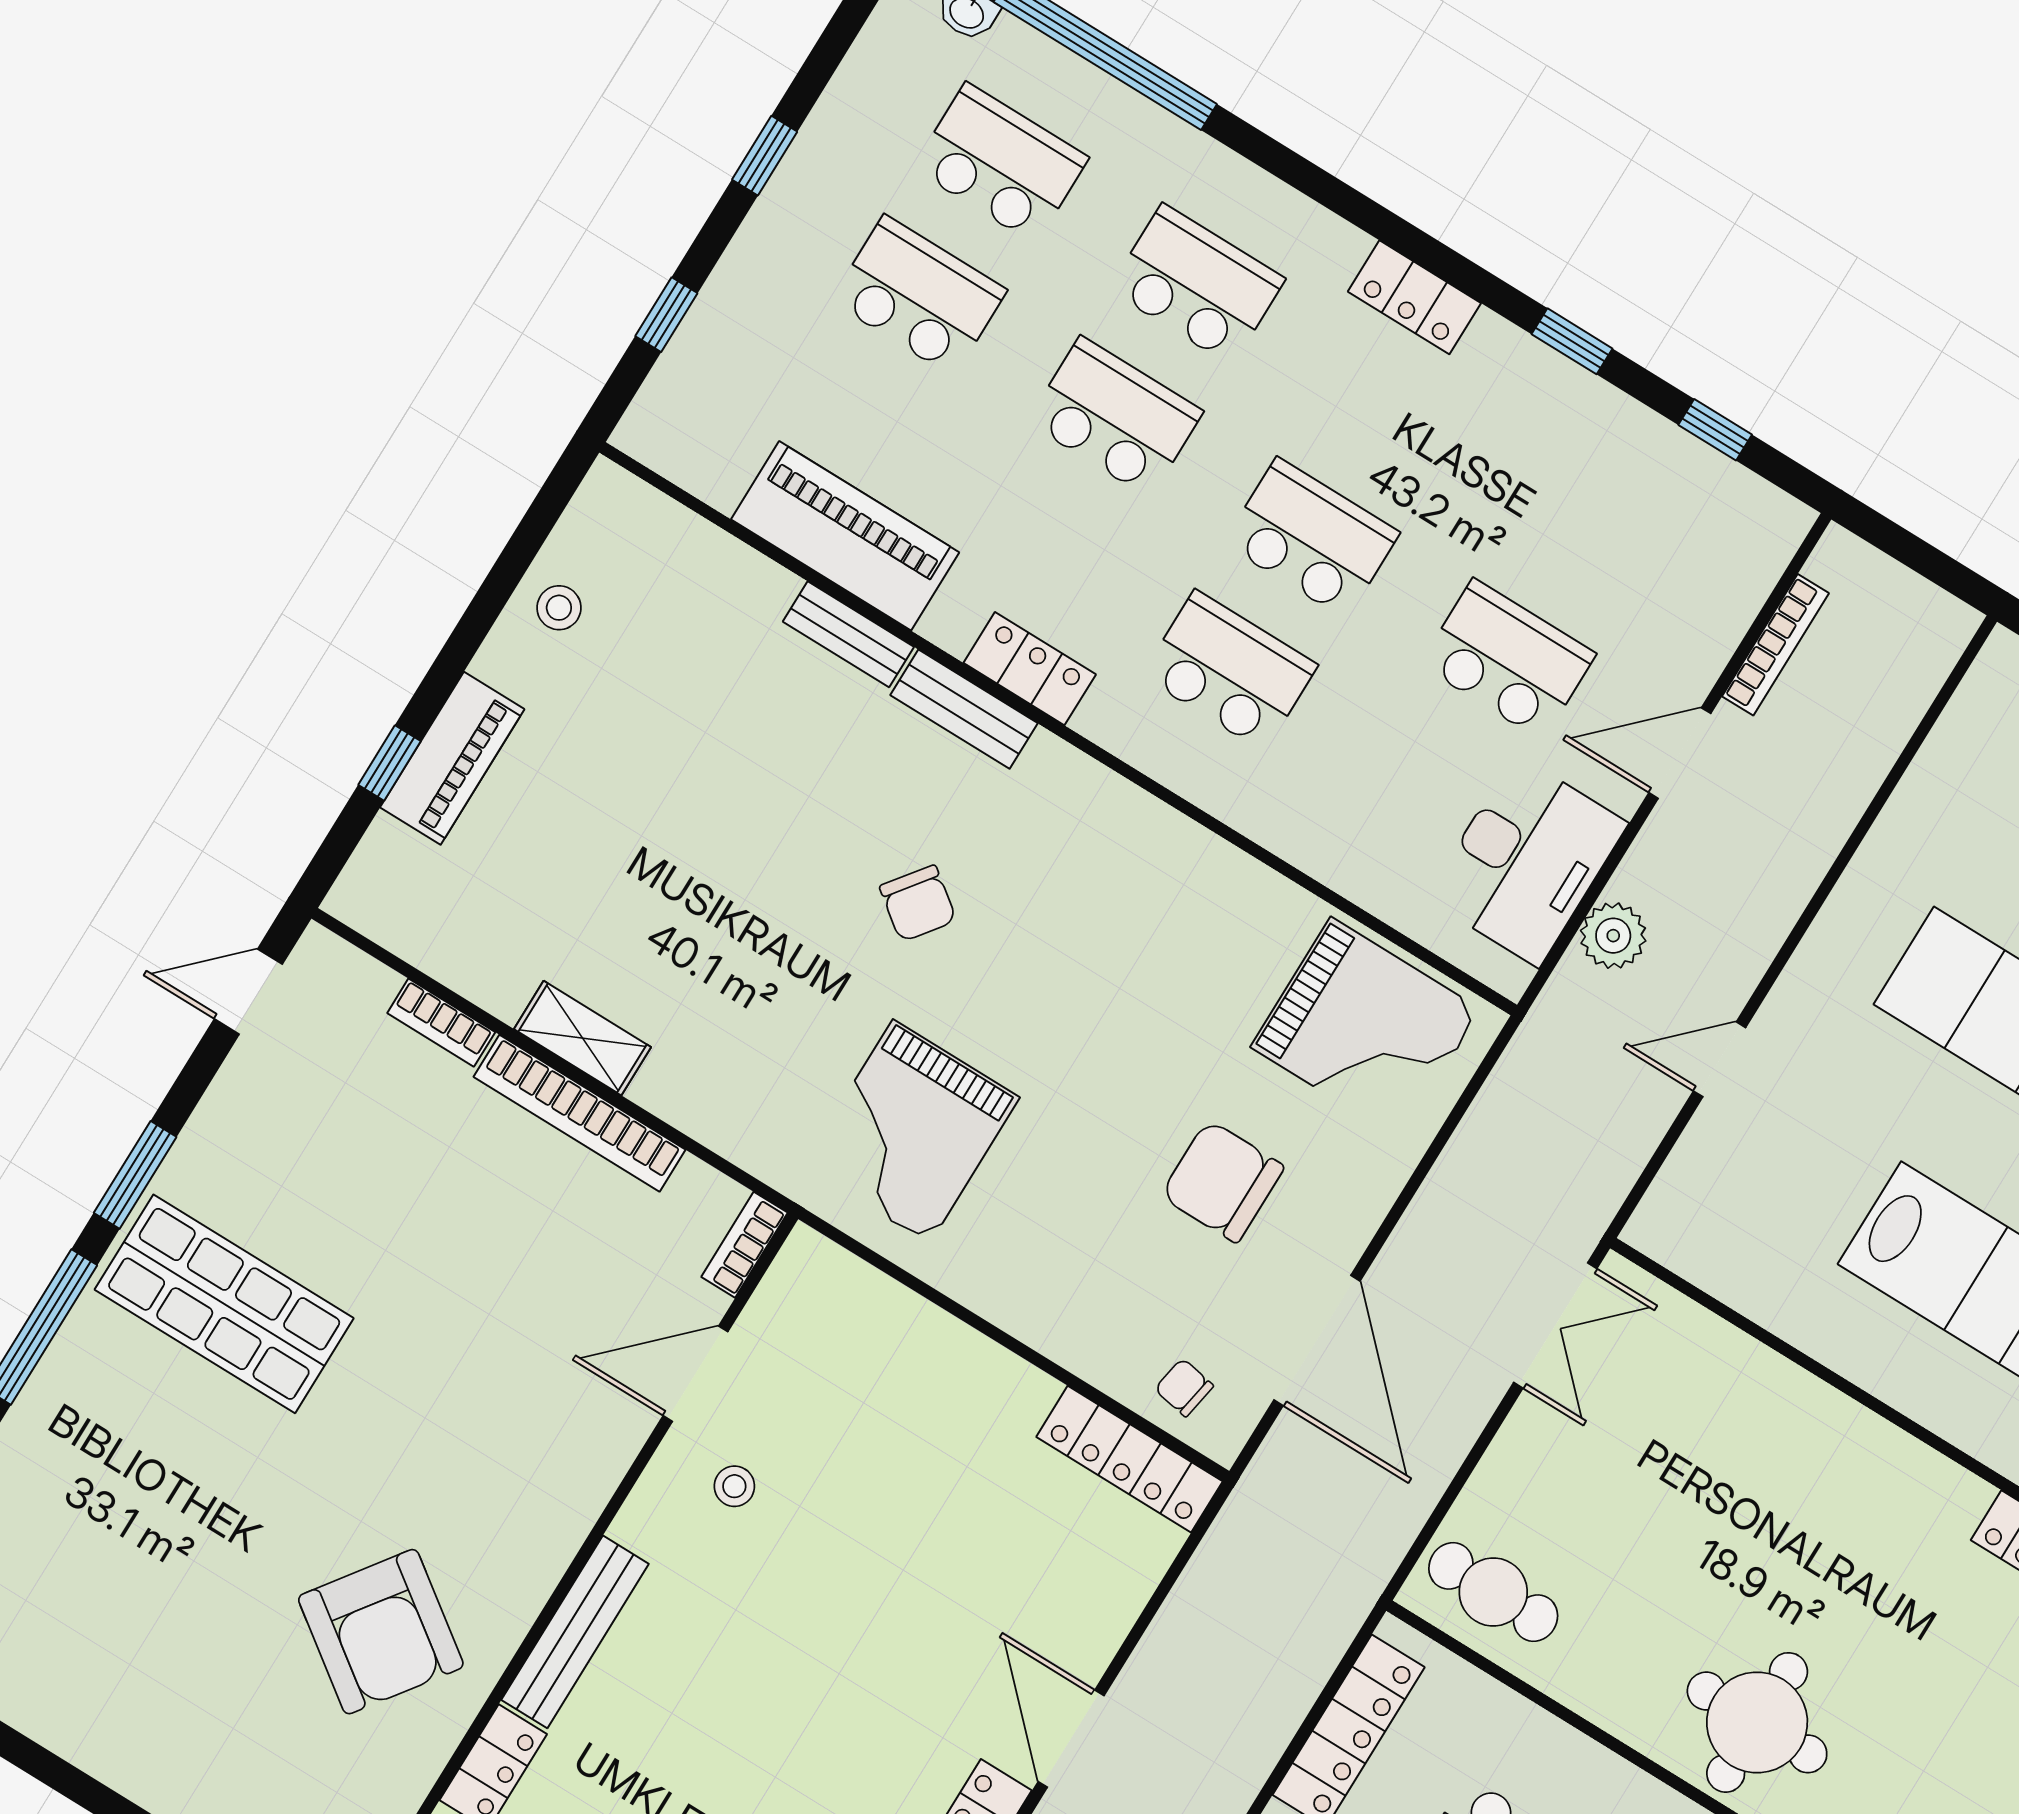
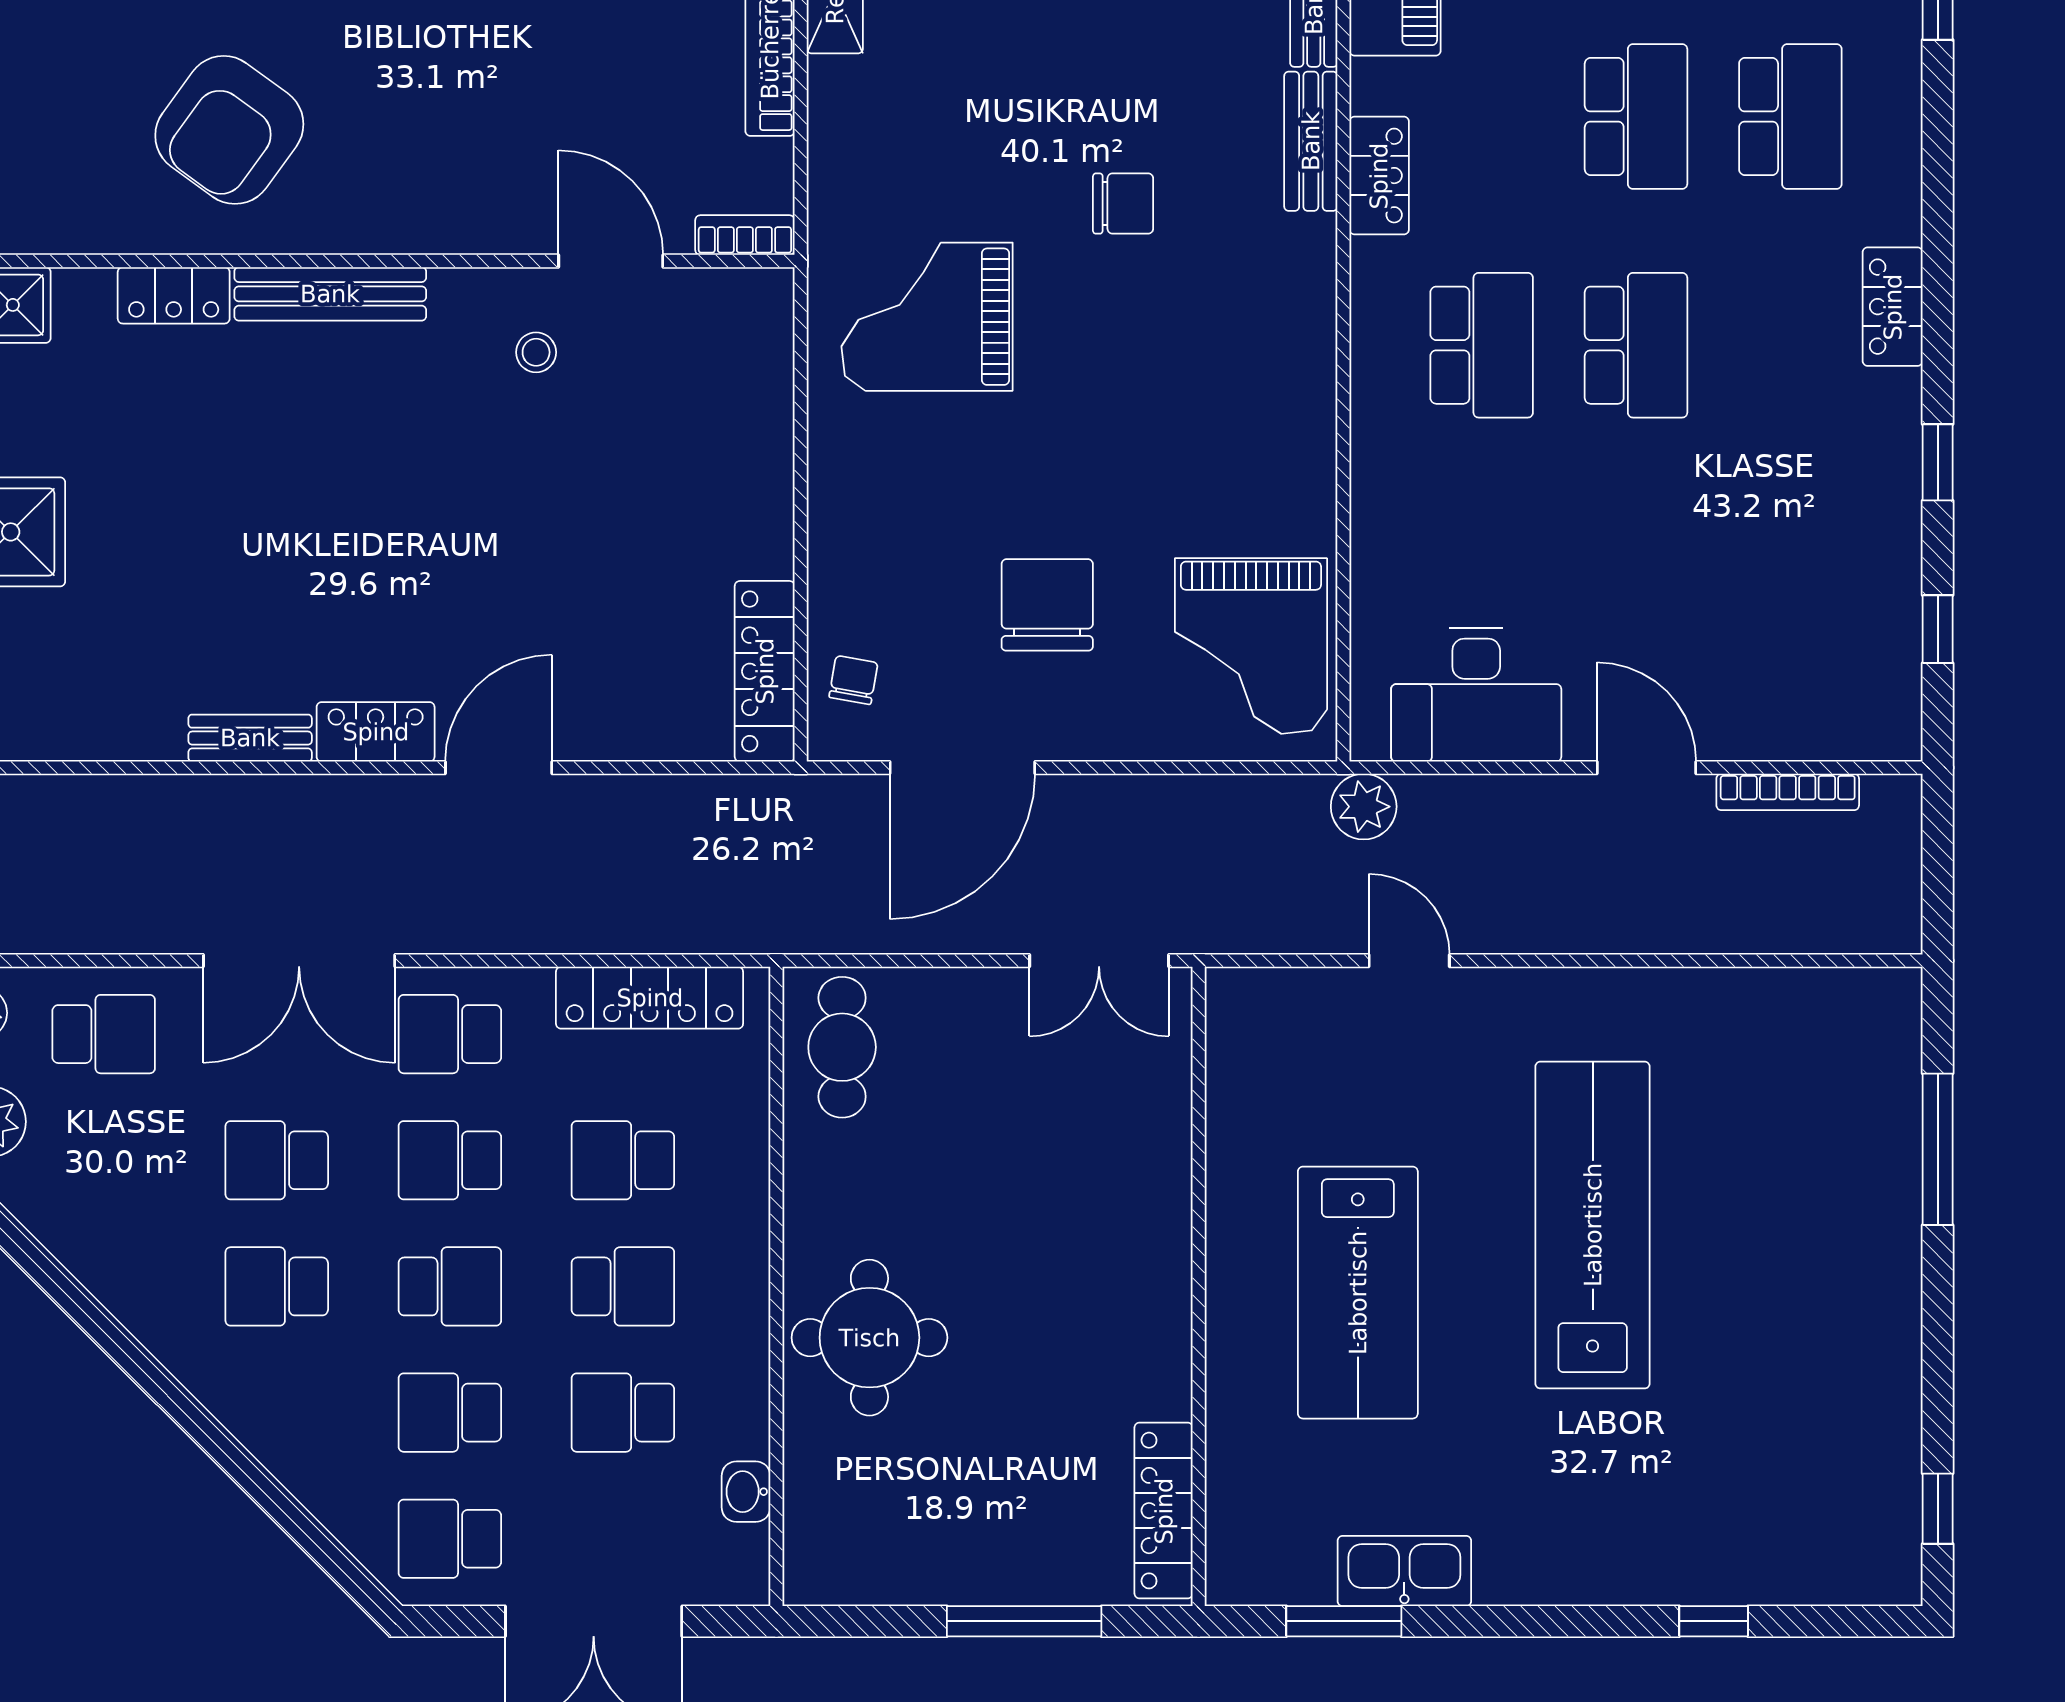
school desk: (1508, 659) -> (1636, 574), removed
chair: (918, 903) -> (1123, 204), turned -127
plant: (1613, 936) -> (1364, 807), moved

